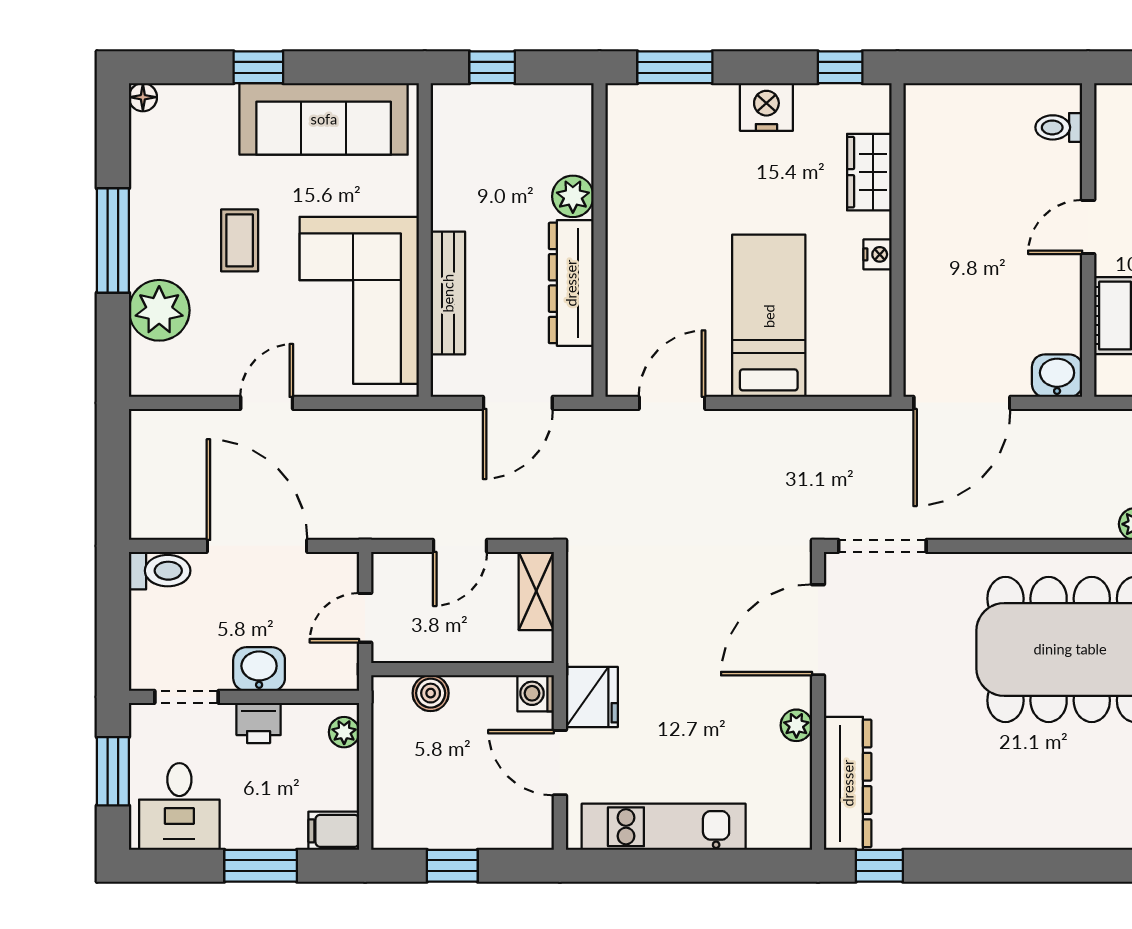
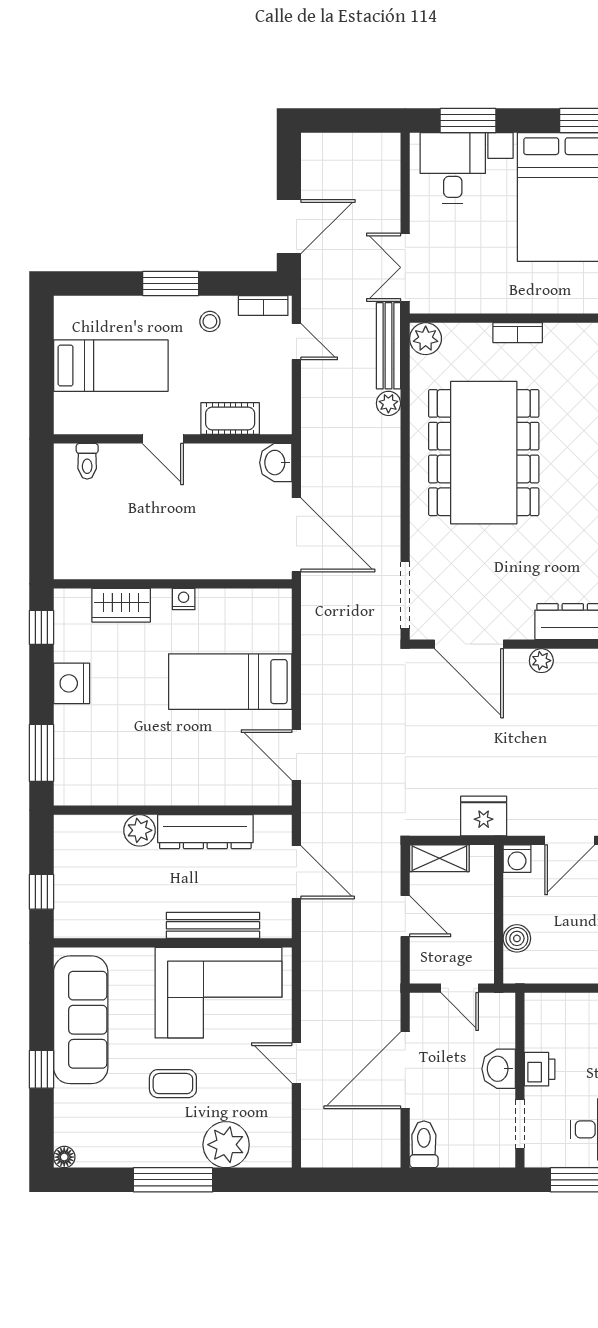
fridge: (592, 697) -> (484, 816), moved
plant: (344, 732) -> (547, 1004), removed

